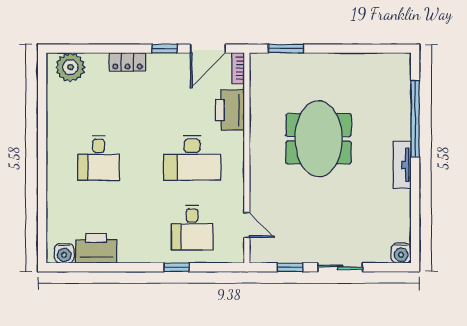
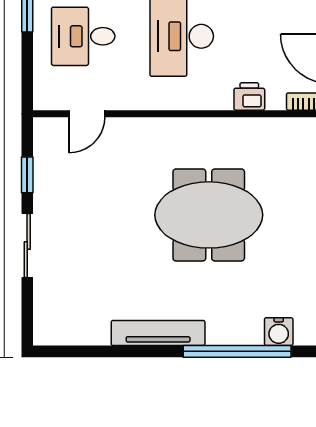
printer: (230, 110) -> (249, 96), width x0.53, depth x0.68
tv unit: (402, 165) -> (158, 333), width x1.41
water cooler: (401, 253) -> (279, 332), moved, turned -90

